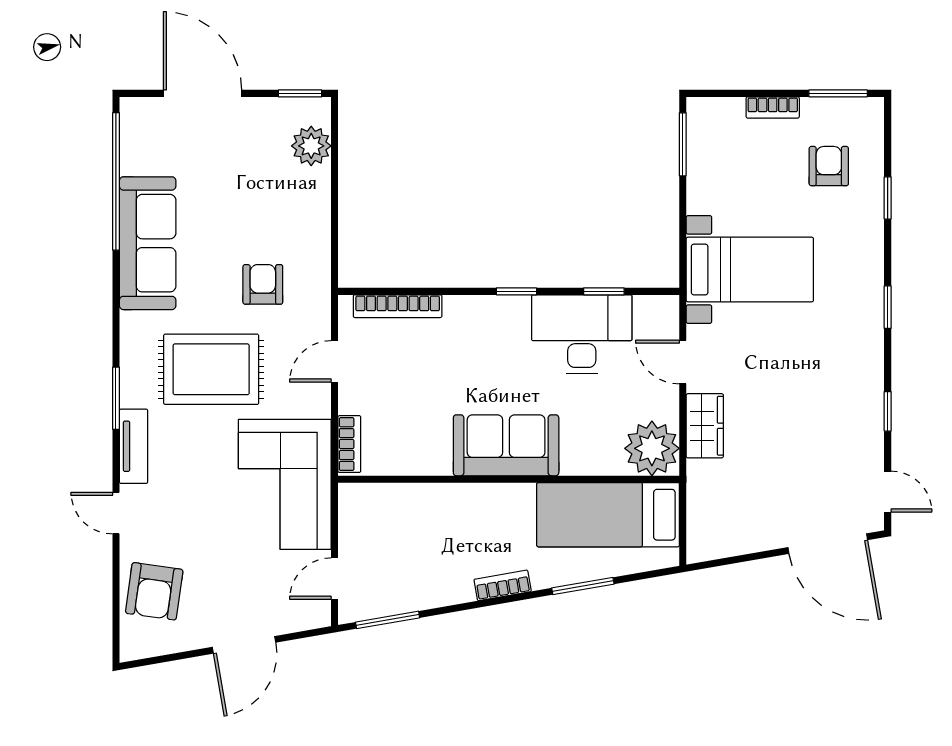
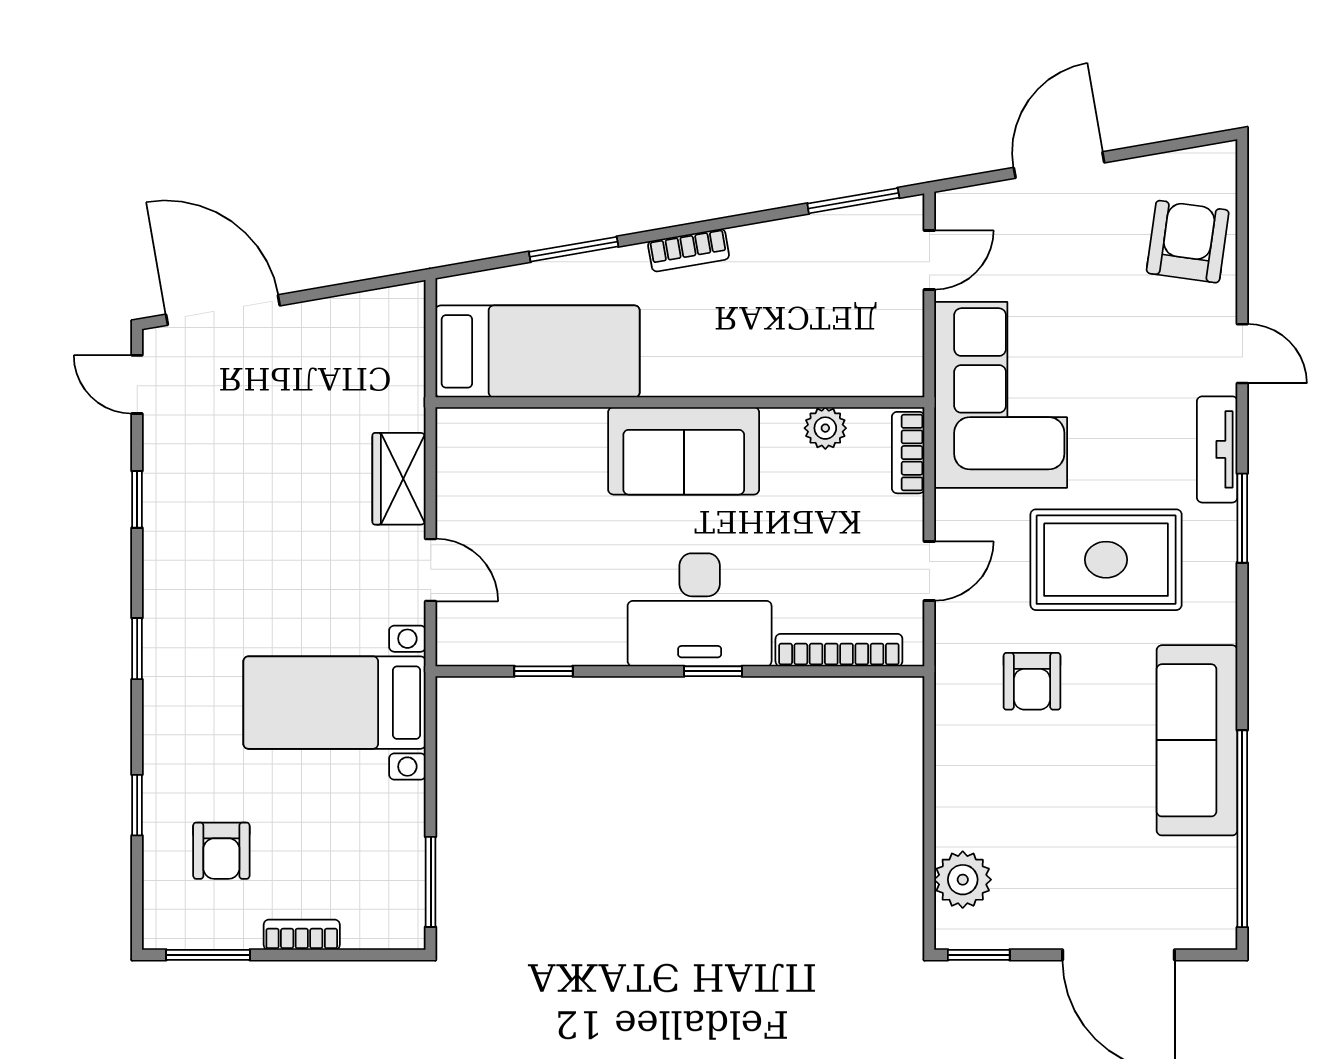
window: (516, 291) -> (713, 671), moved
desk: (582, 334) -> (700, 610), moved
plant: (652, 448) -> (825, 428), moved, width x0.53, depth x0.53

